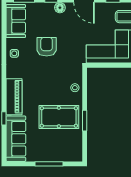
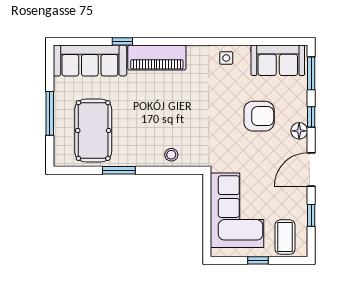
armchair: (47, 47) -> (259, 116), moved
pool table: (59, 117) -> (93, 131), moved

